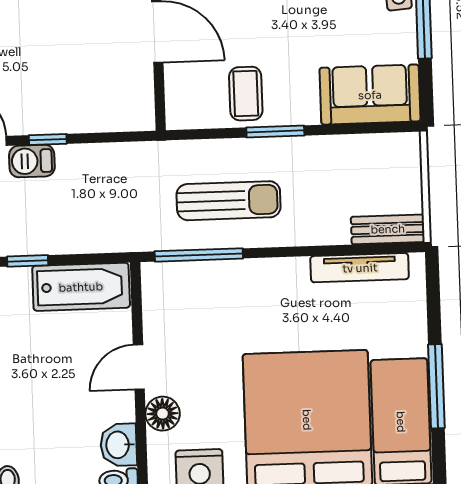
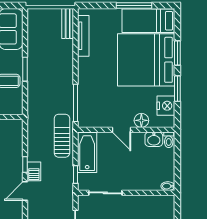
sun lounger: (229, 201) -> (62, 136), moved

